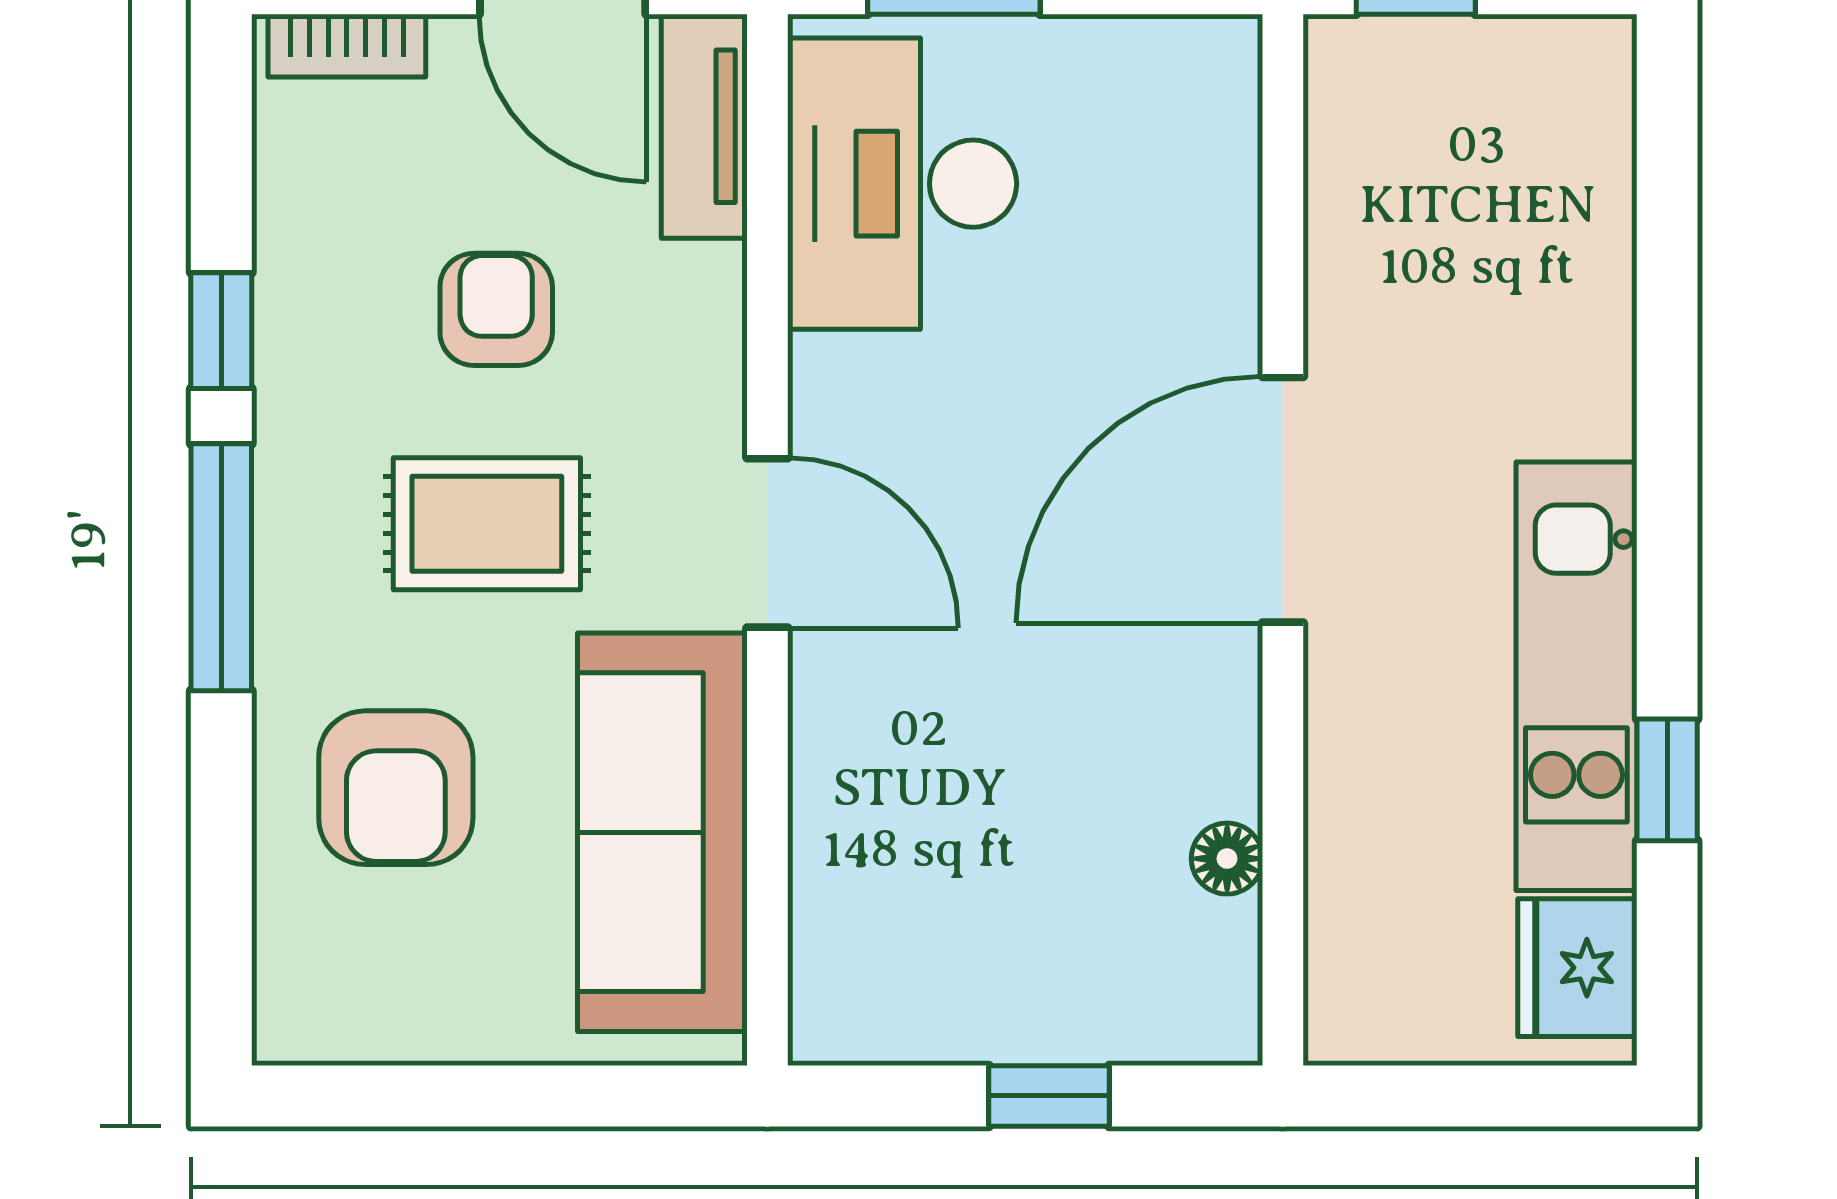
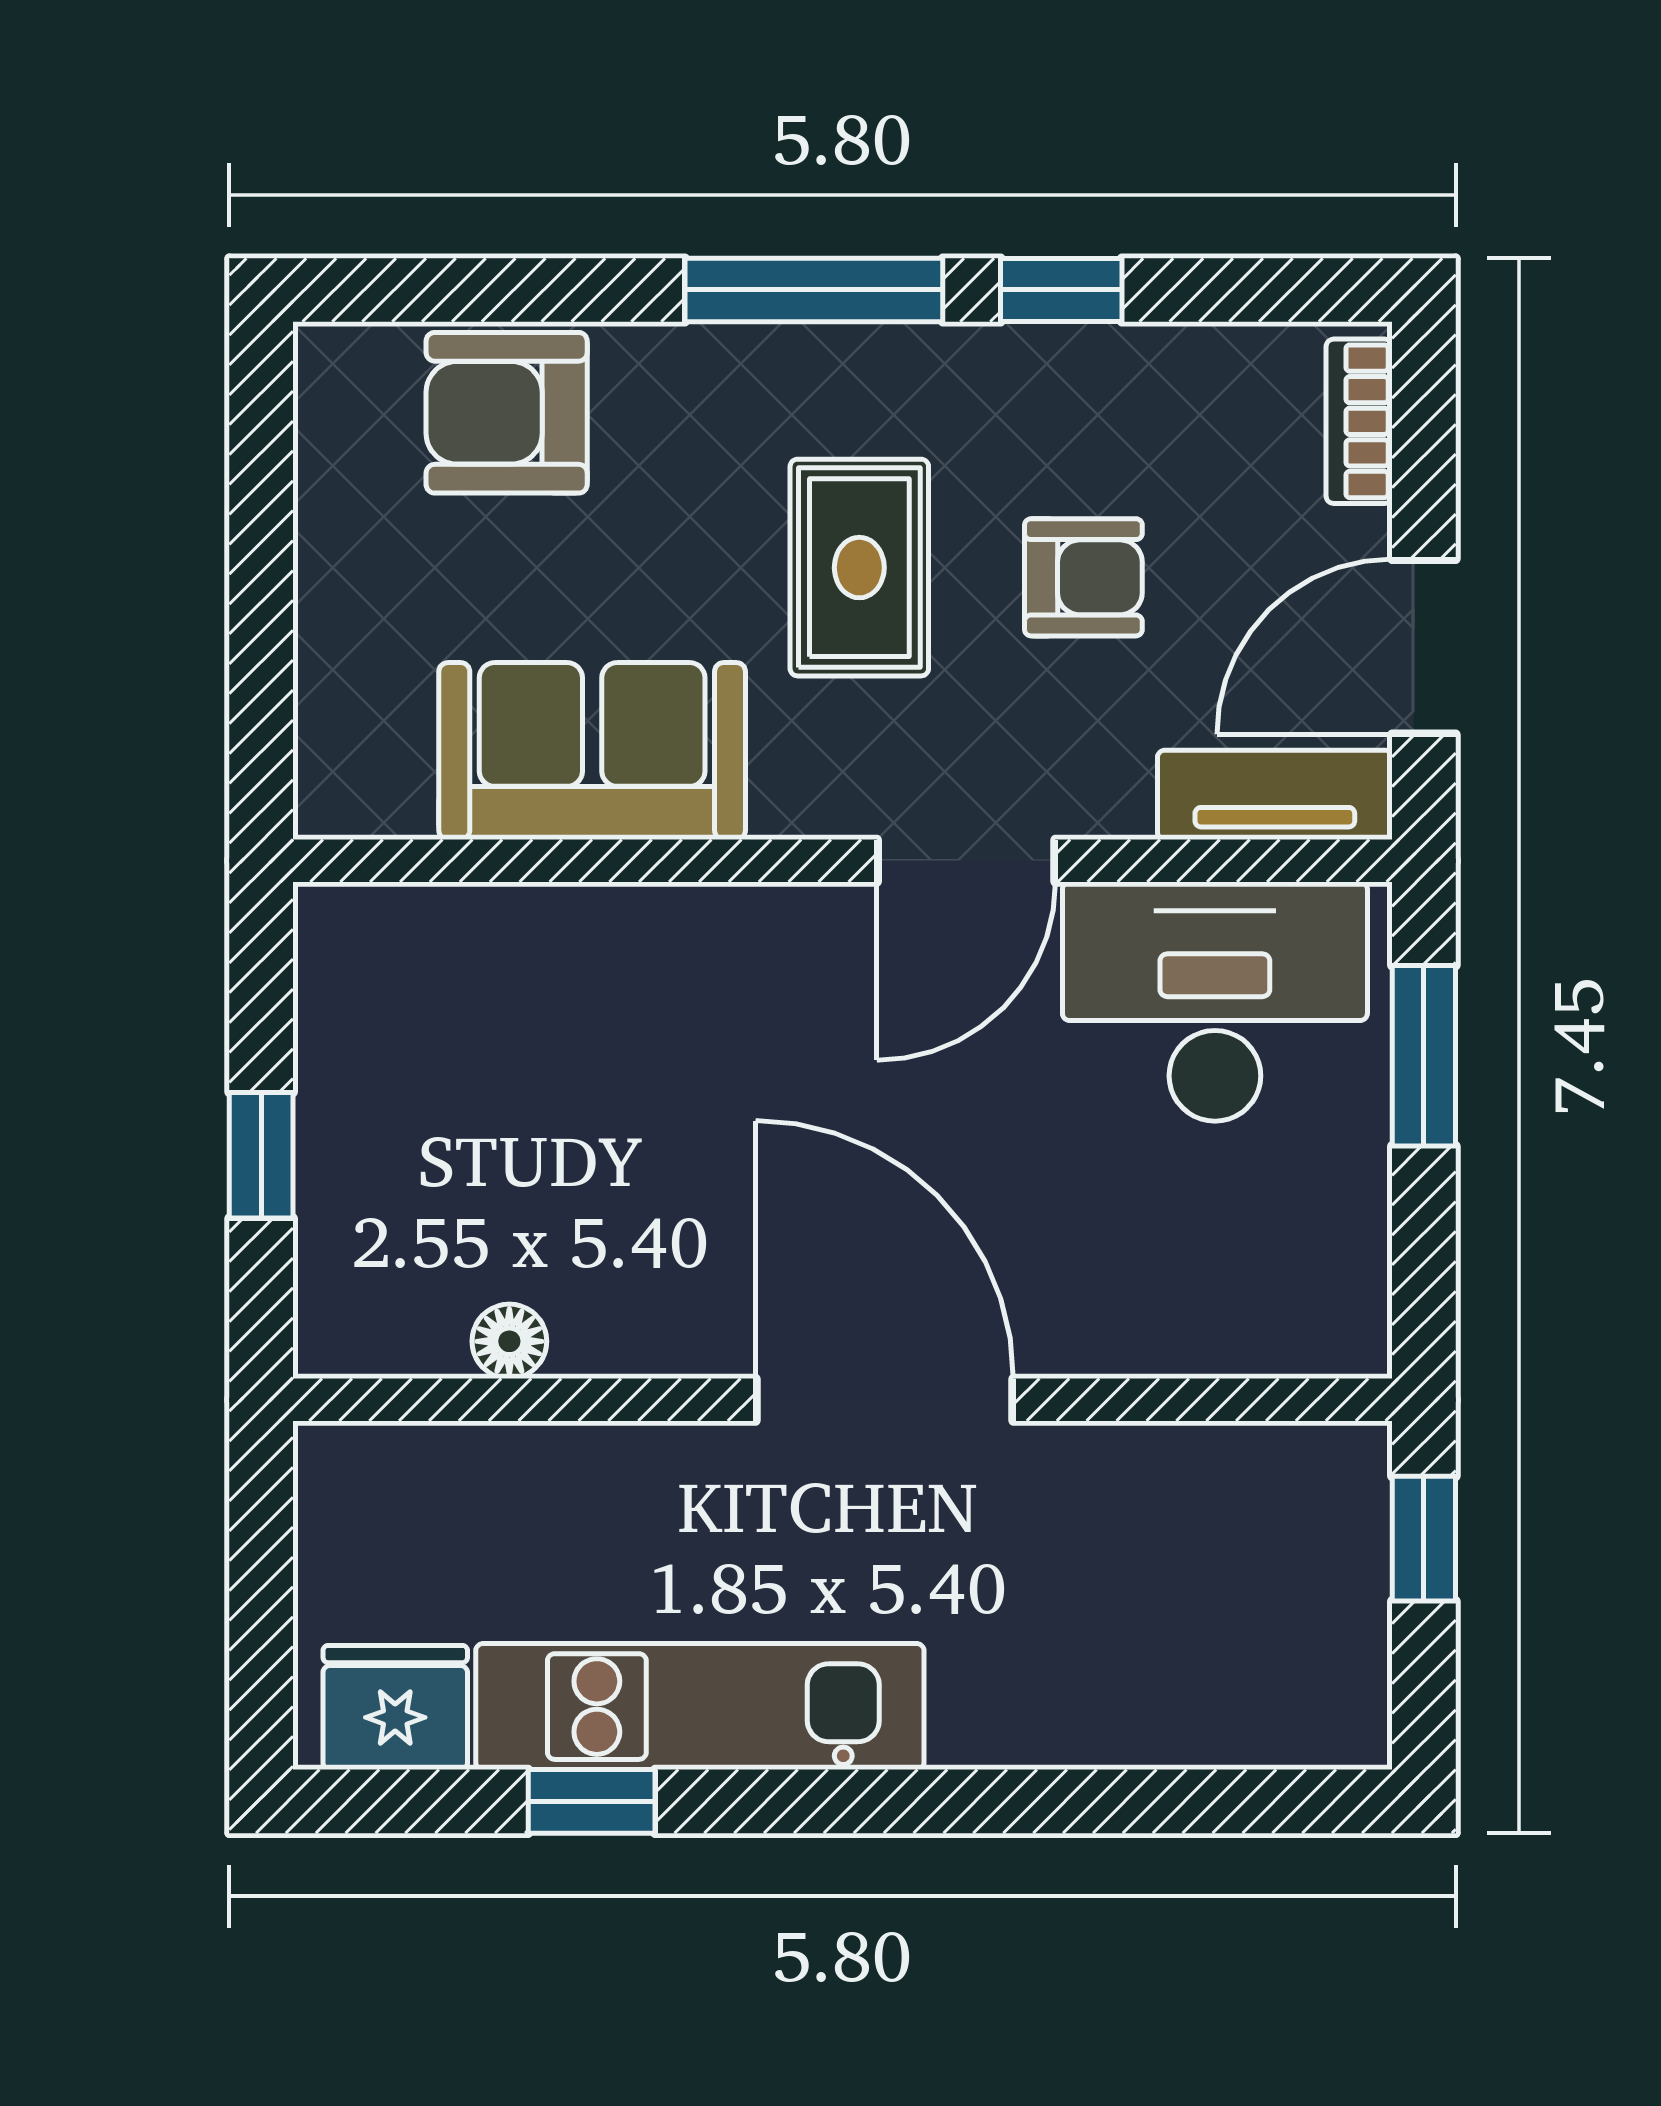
door: (767, 543) -> (966, 861), moved
armchair: (396, 788) -> (507, 413), moved
sofa: (662, 832) -> (592, 751), width x0.73

